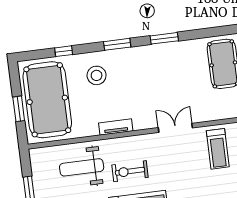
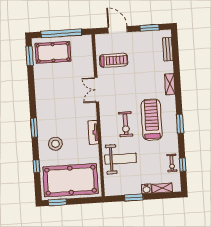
window: (164, 38) -> (30, 56), moved
window: (19, 109) -> (57, 202), moved
weight bench: (82, 167) -> (121, 159), turned -90

